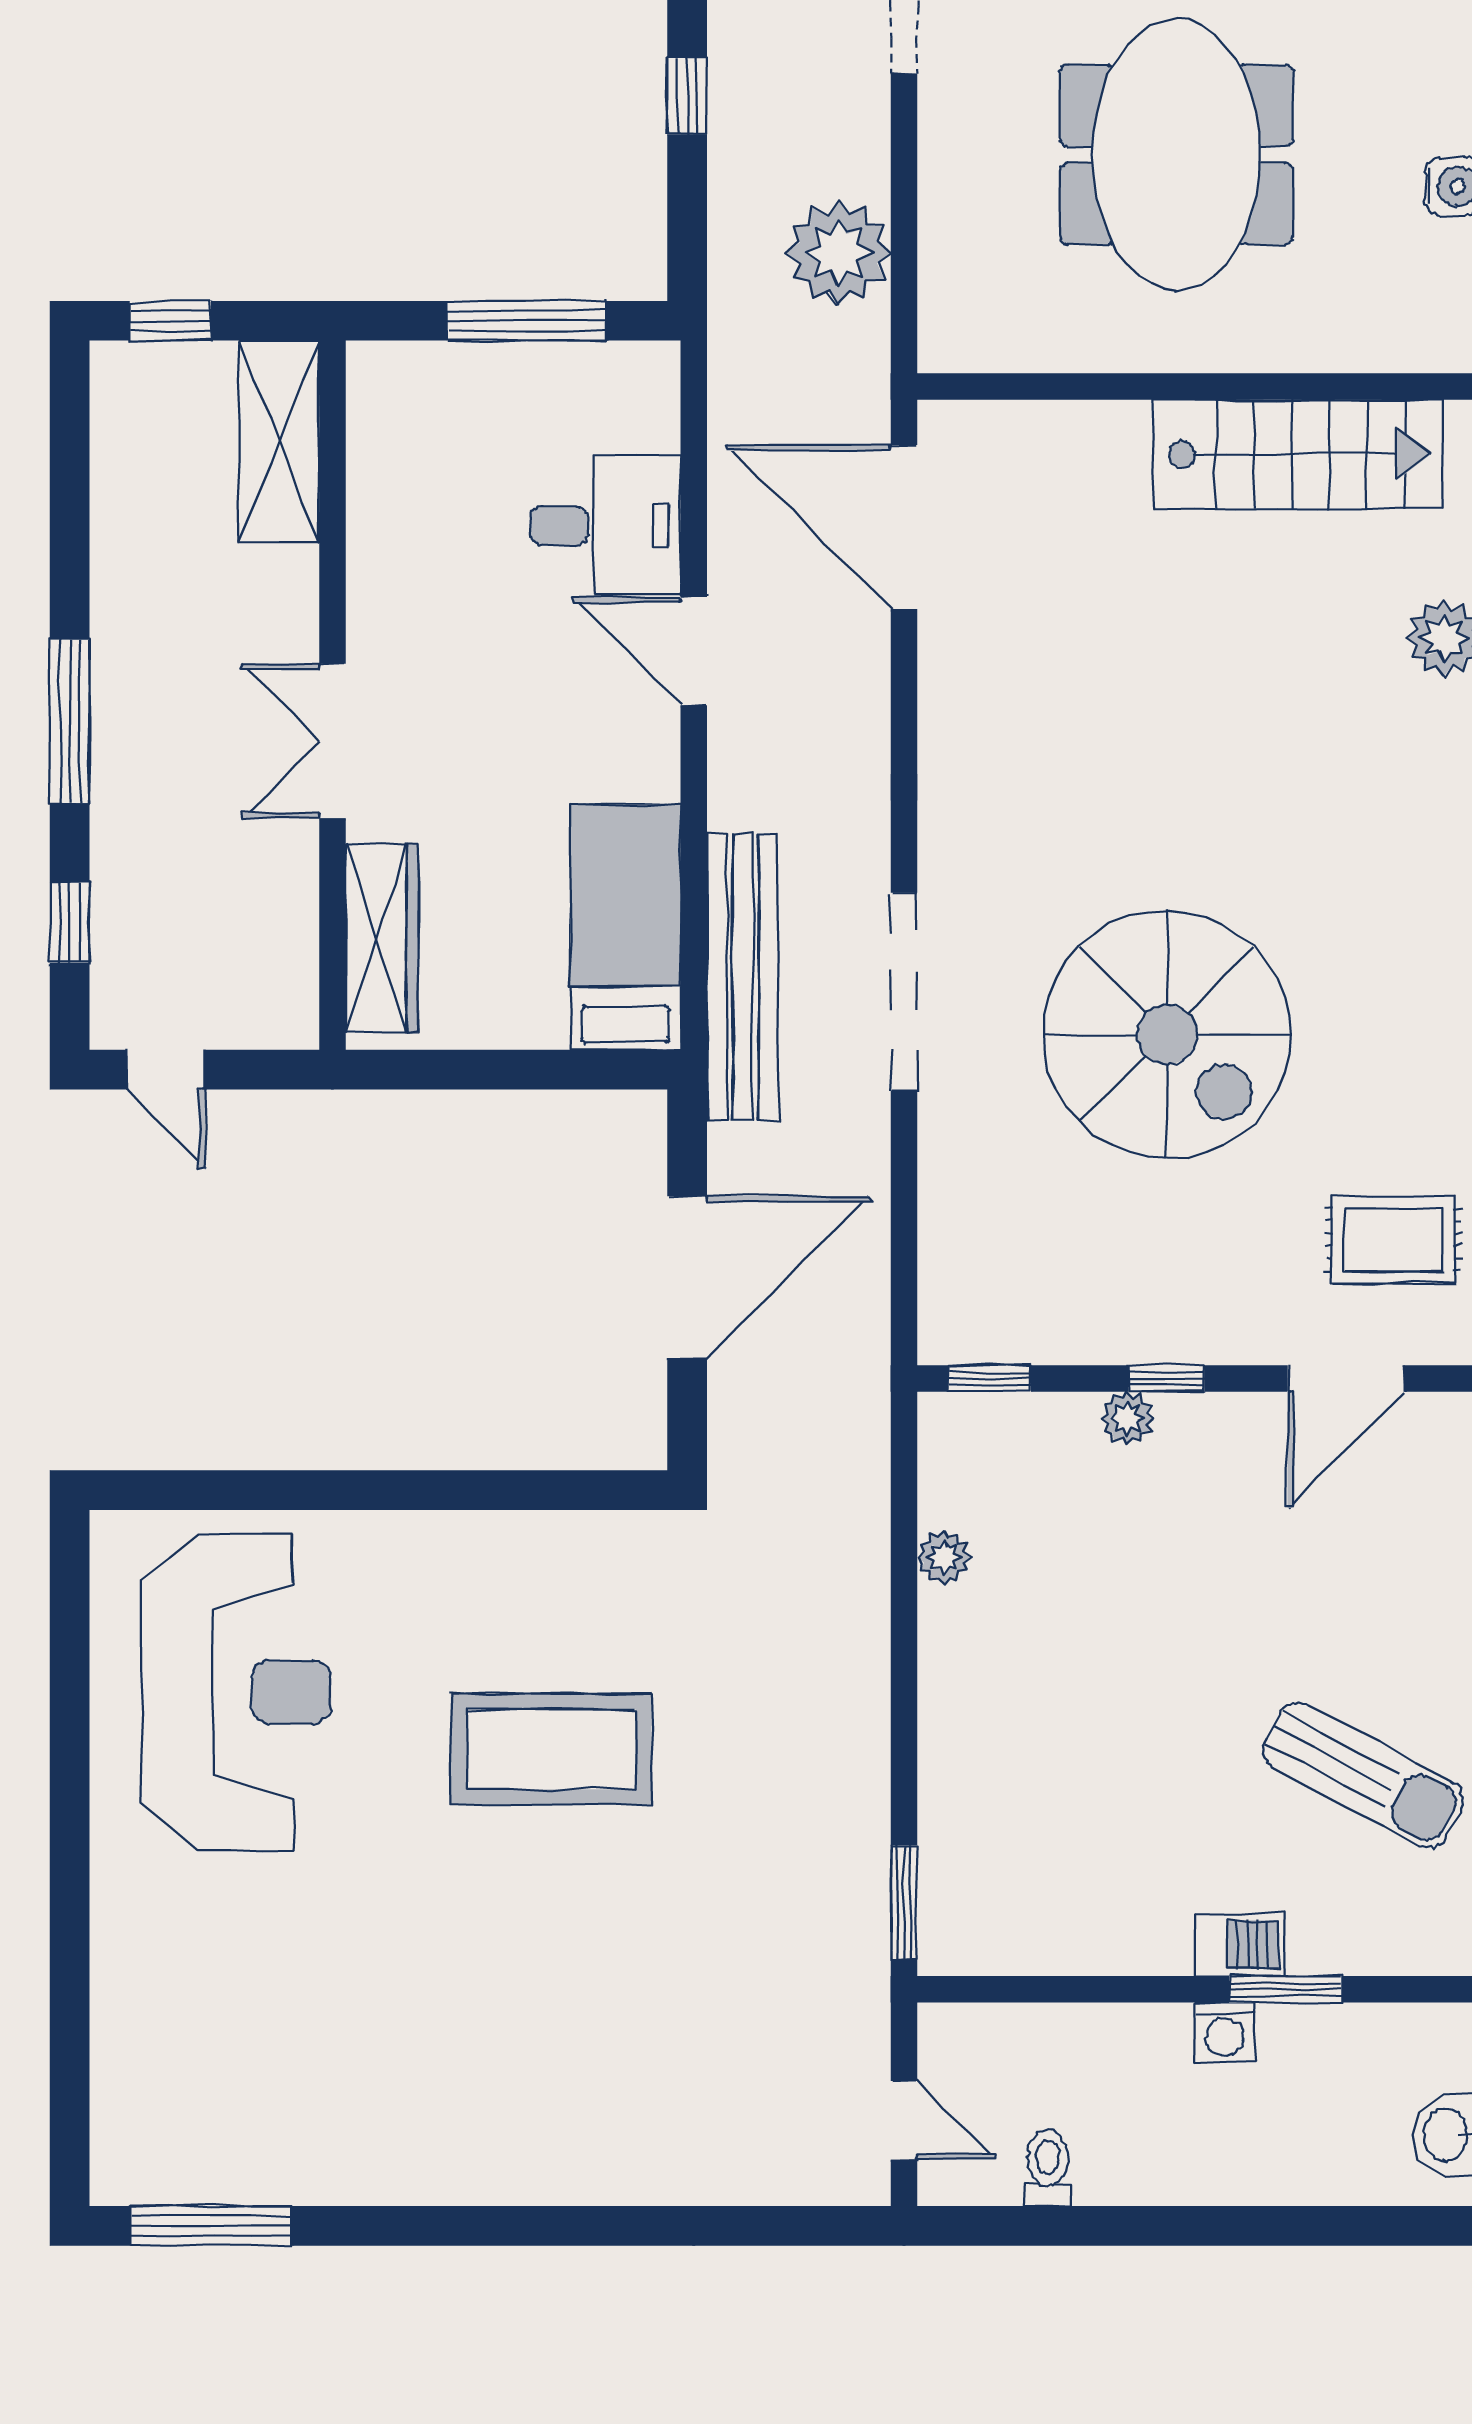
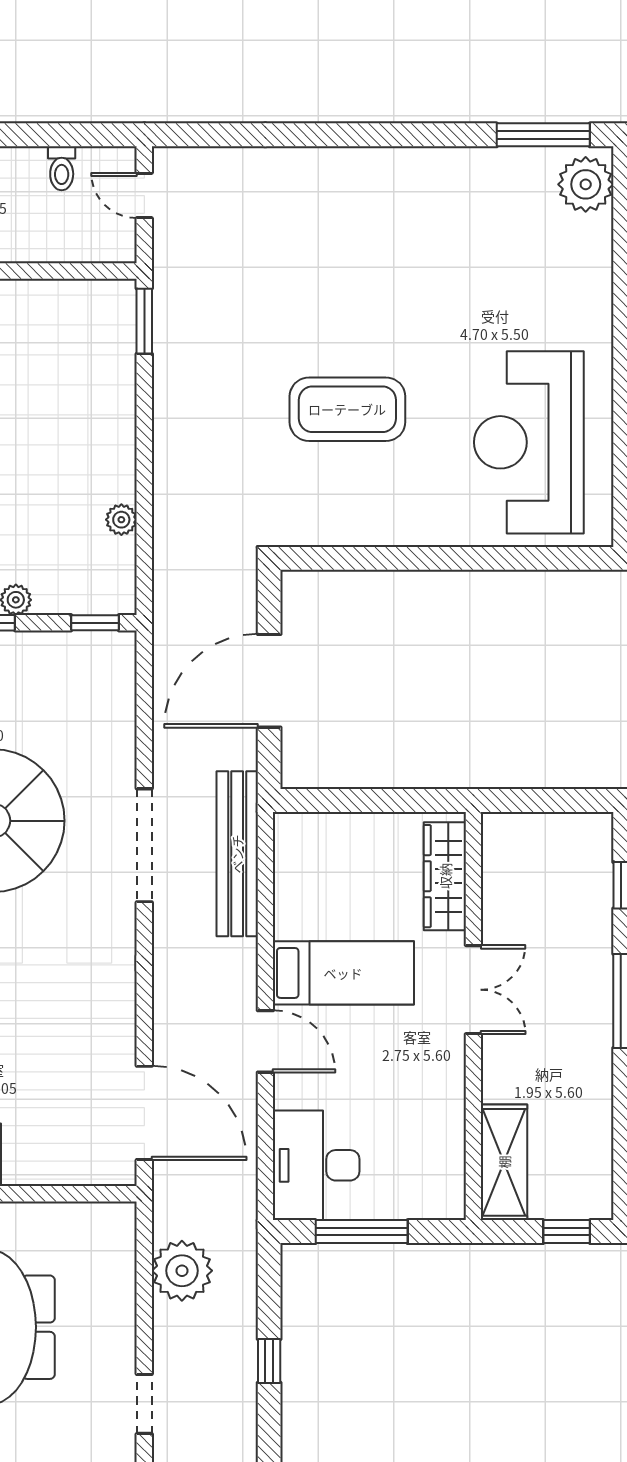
desk: (606, 526) -> (316, 1165), moved, width x1.37
bed: (625, 927) -> (343, 973), moved, turned -90
door: (166, 1070) -> (569, 800), removed
plant: (137, 2140) -> (586, 184), added

